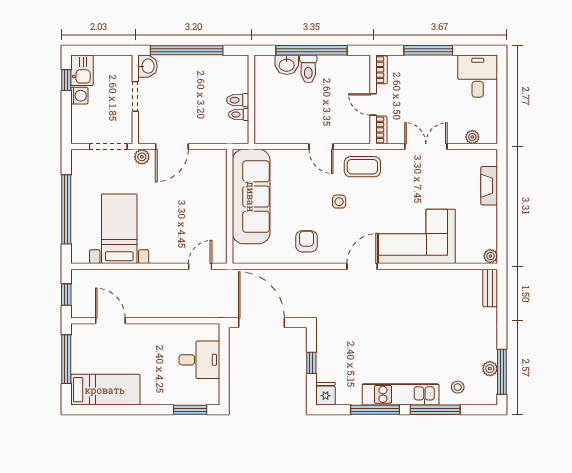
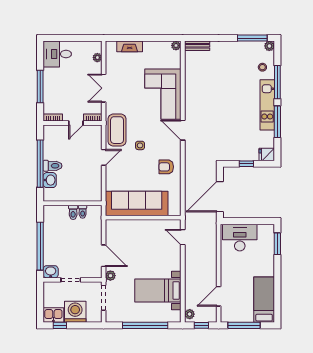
washing machine: (79, 96) -> (75, 312), width x1.89, depth x1.89
coffee table: (362, 167) -> (117, 130), width x1.36, depth x1.32
plant: (83, 277) -> (190, 314), added
desk: (199, 360) -> (240, 238), width x1.37
plant: (490, 369) -> (269, 46), moved

